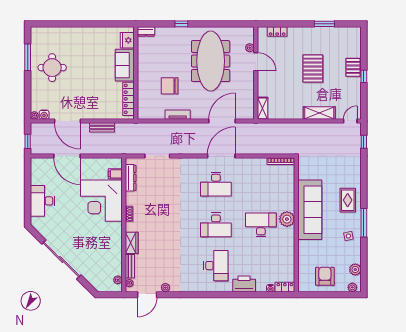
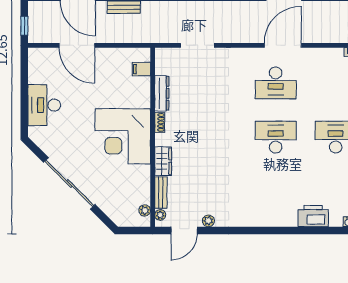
dresser: (131, 178) -> (162, 93), moved
corner desk: (101, 201) -> (123, 136), moved
desk: (216, 225) -> (276, 137), turned 180
desk: (216, 266) -> (276, 191), removed

